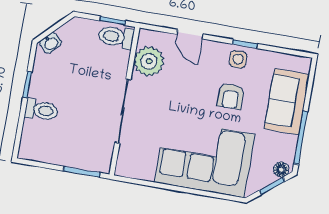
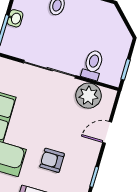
toilet: (116, 37) -> (93, 65), moved
washbasin: (50, 43) -> (15, 18), moved, turned -135
side table: (238, 59) -> (82, 170), removed

